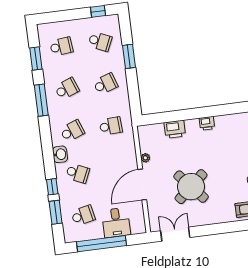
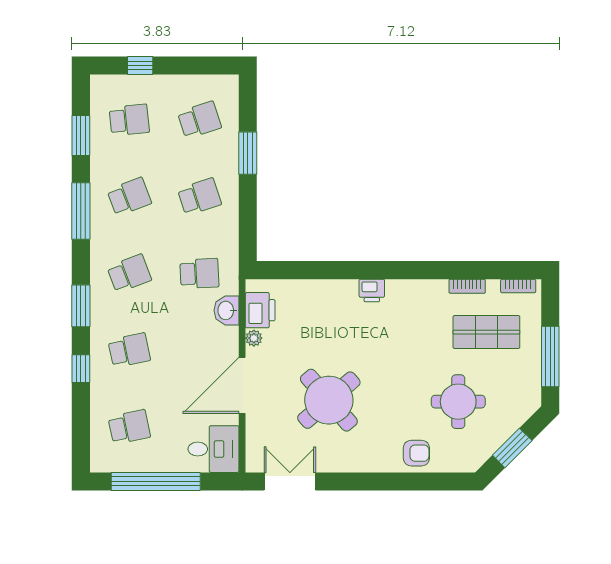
window: (98, 11) -> (140, 66), moved
school desk: (100, 42) -> (199, 120), turned -42
printer: (175, 129) -> (260, 310), moved, turned -90
washbasin: (60, 154) -> (226, 310), moved, turned 180
school desk: (78, 173) -> (129, 350), turned -36
window: (56, 212) -> (81, 306), moved
desk: (116, 223) -> (213, 449), moved, turned -90

